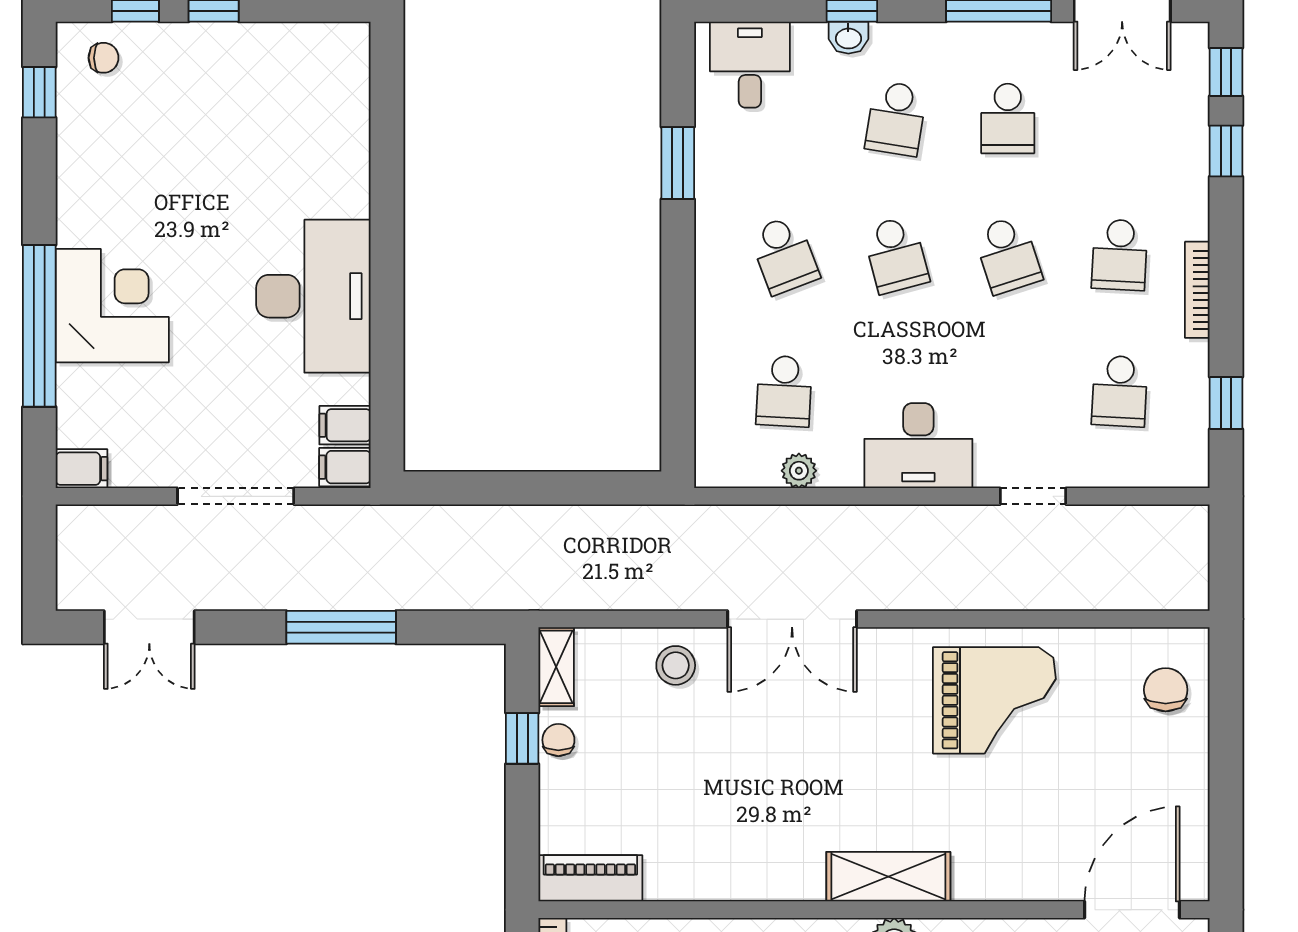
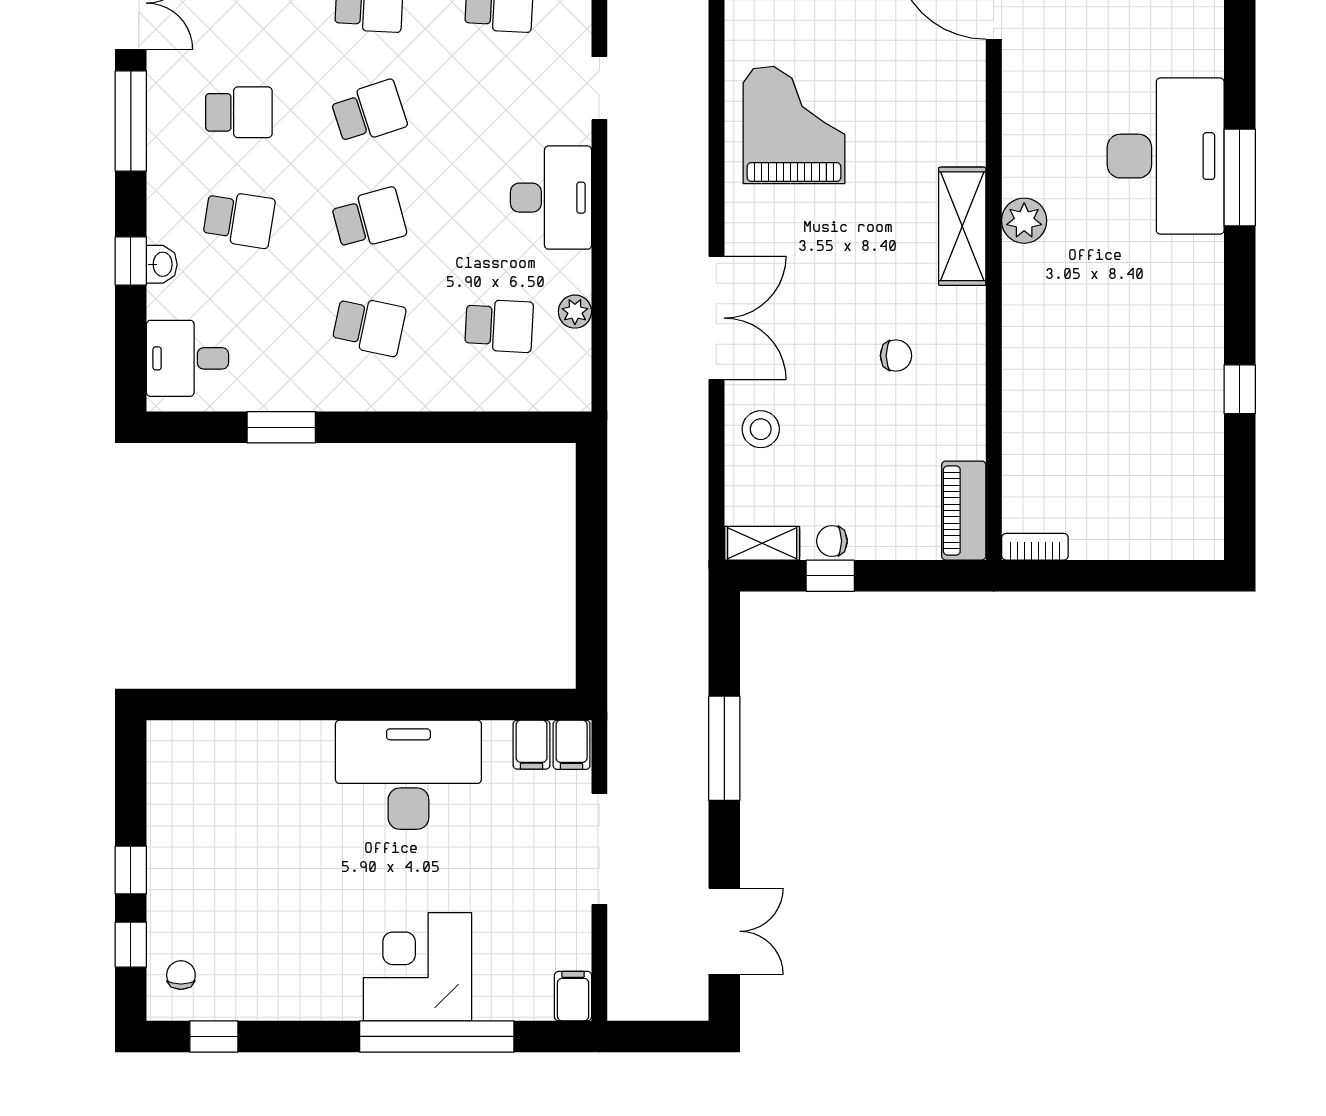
school desk: (784, 255) -> (369, 326), turned 33
chair: (753, 807) -> (896, 356), added

